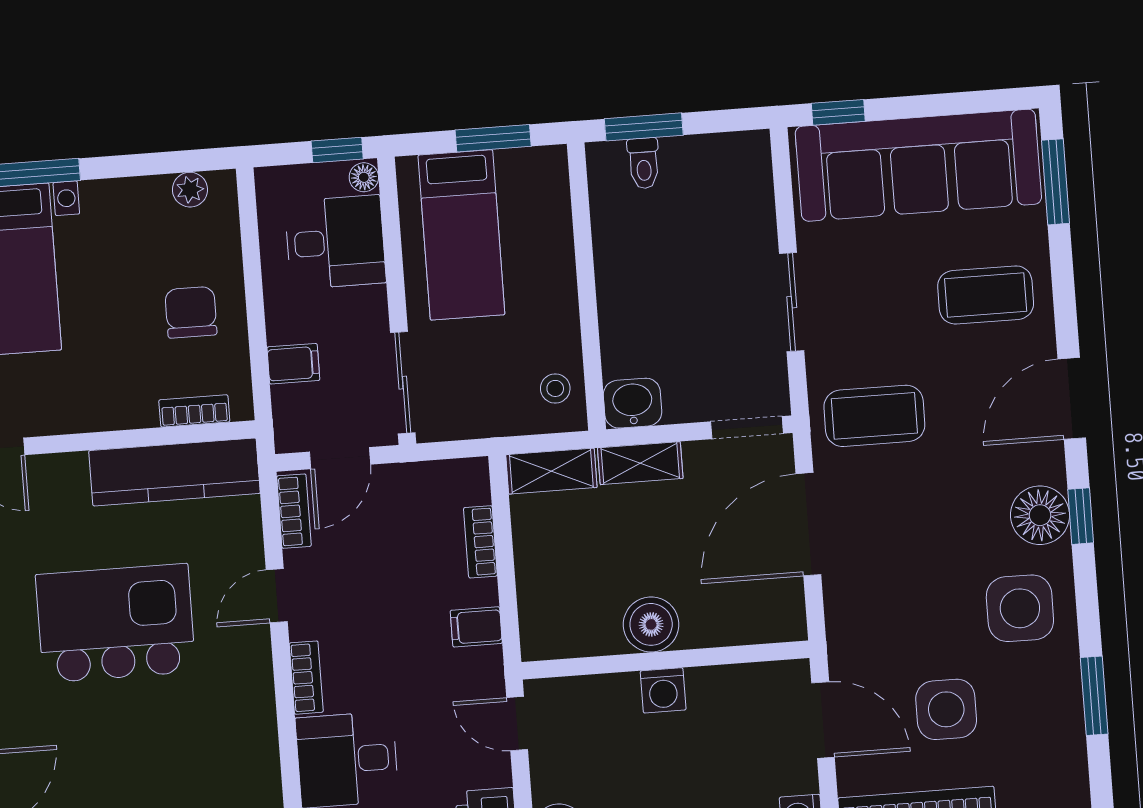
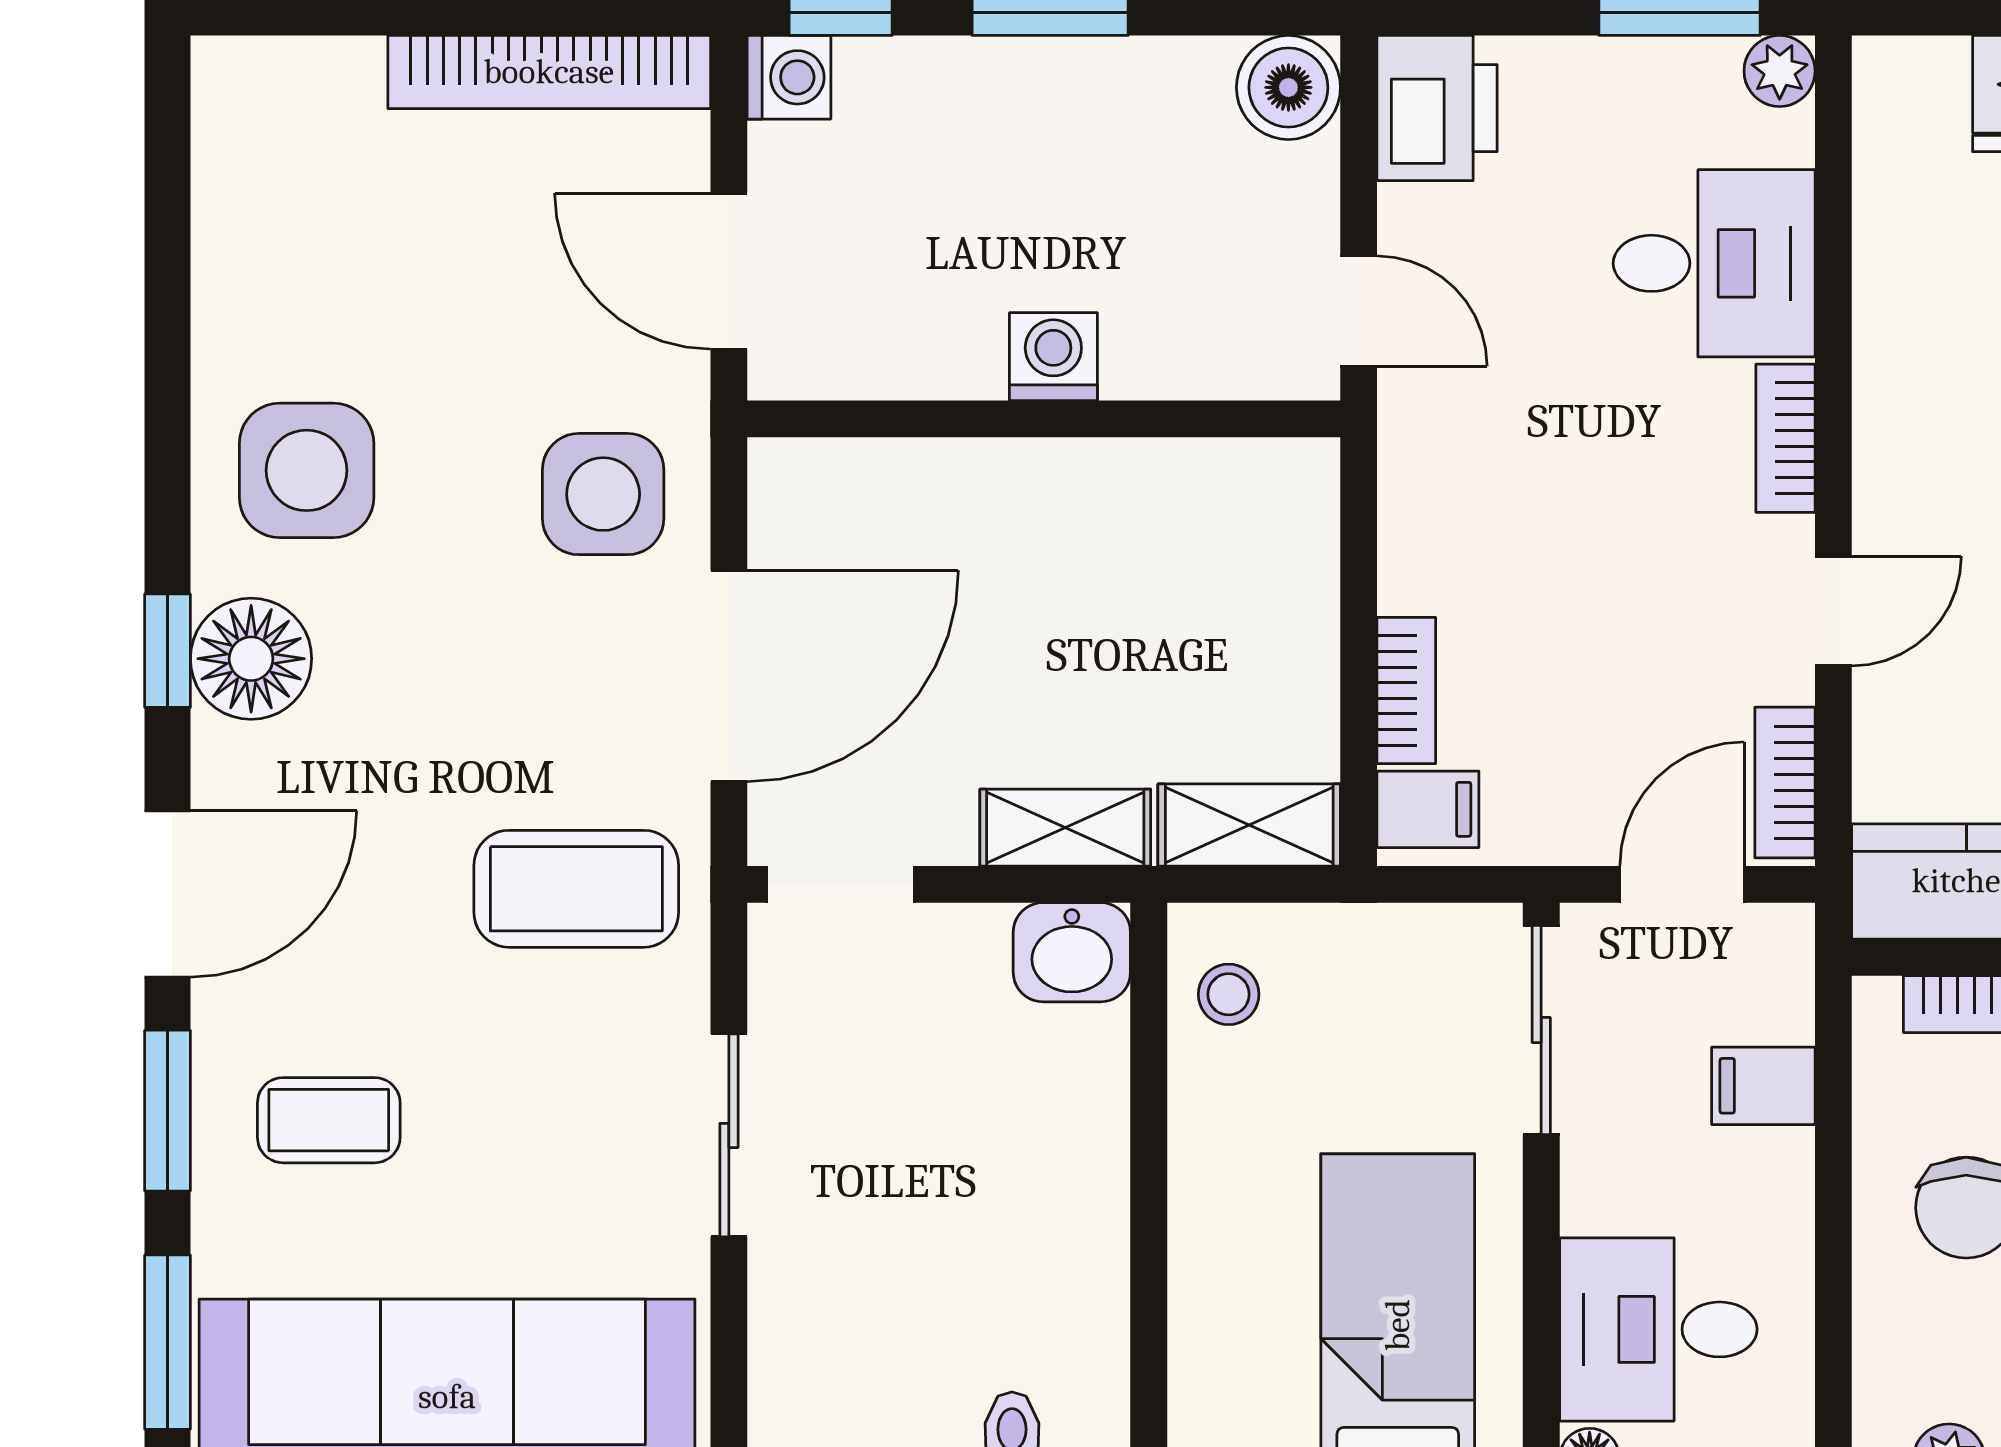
coffee table: (986, 295) -> (329, 1120), width x0.73, depth x0.77
boiler: (651, 624) -> (1068, 494), removed
filing cabinet: (476, 627) -> (1428, 809), moved
window: (1094, 696) -> (168, 1111), moved
side table: (946, 709) -> (603, 494), moved

